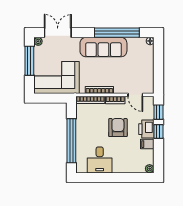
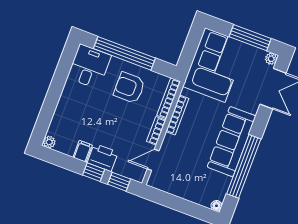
armchair: (118, 128) -> (129, 88), moved, turned 180
desk: (100, 160) -> (89, 67), moved, turned 90

